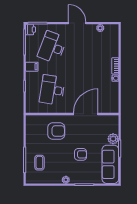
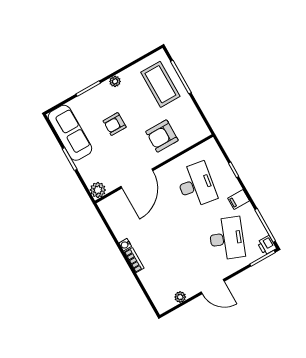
plant: (113, 139) -> (98, 190), moved
coffee table: (39, 163) -> (160, 84), width x1.86, depth x1.72

